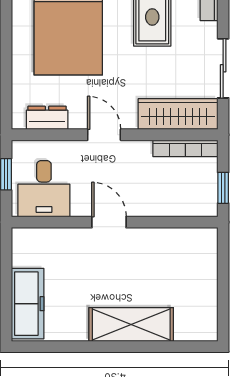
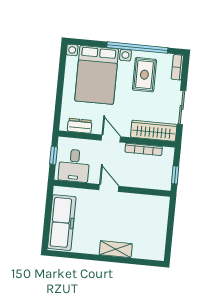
bookcase: (185, 148) -> (144, 149), moved
freezer: (28, 304) -> (62, 223), width x1.36, depth x1.26
shelving: (131, 324) -> (116, 249), width x0.67, depth x0.75

